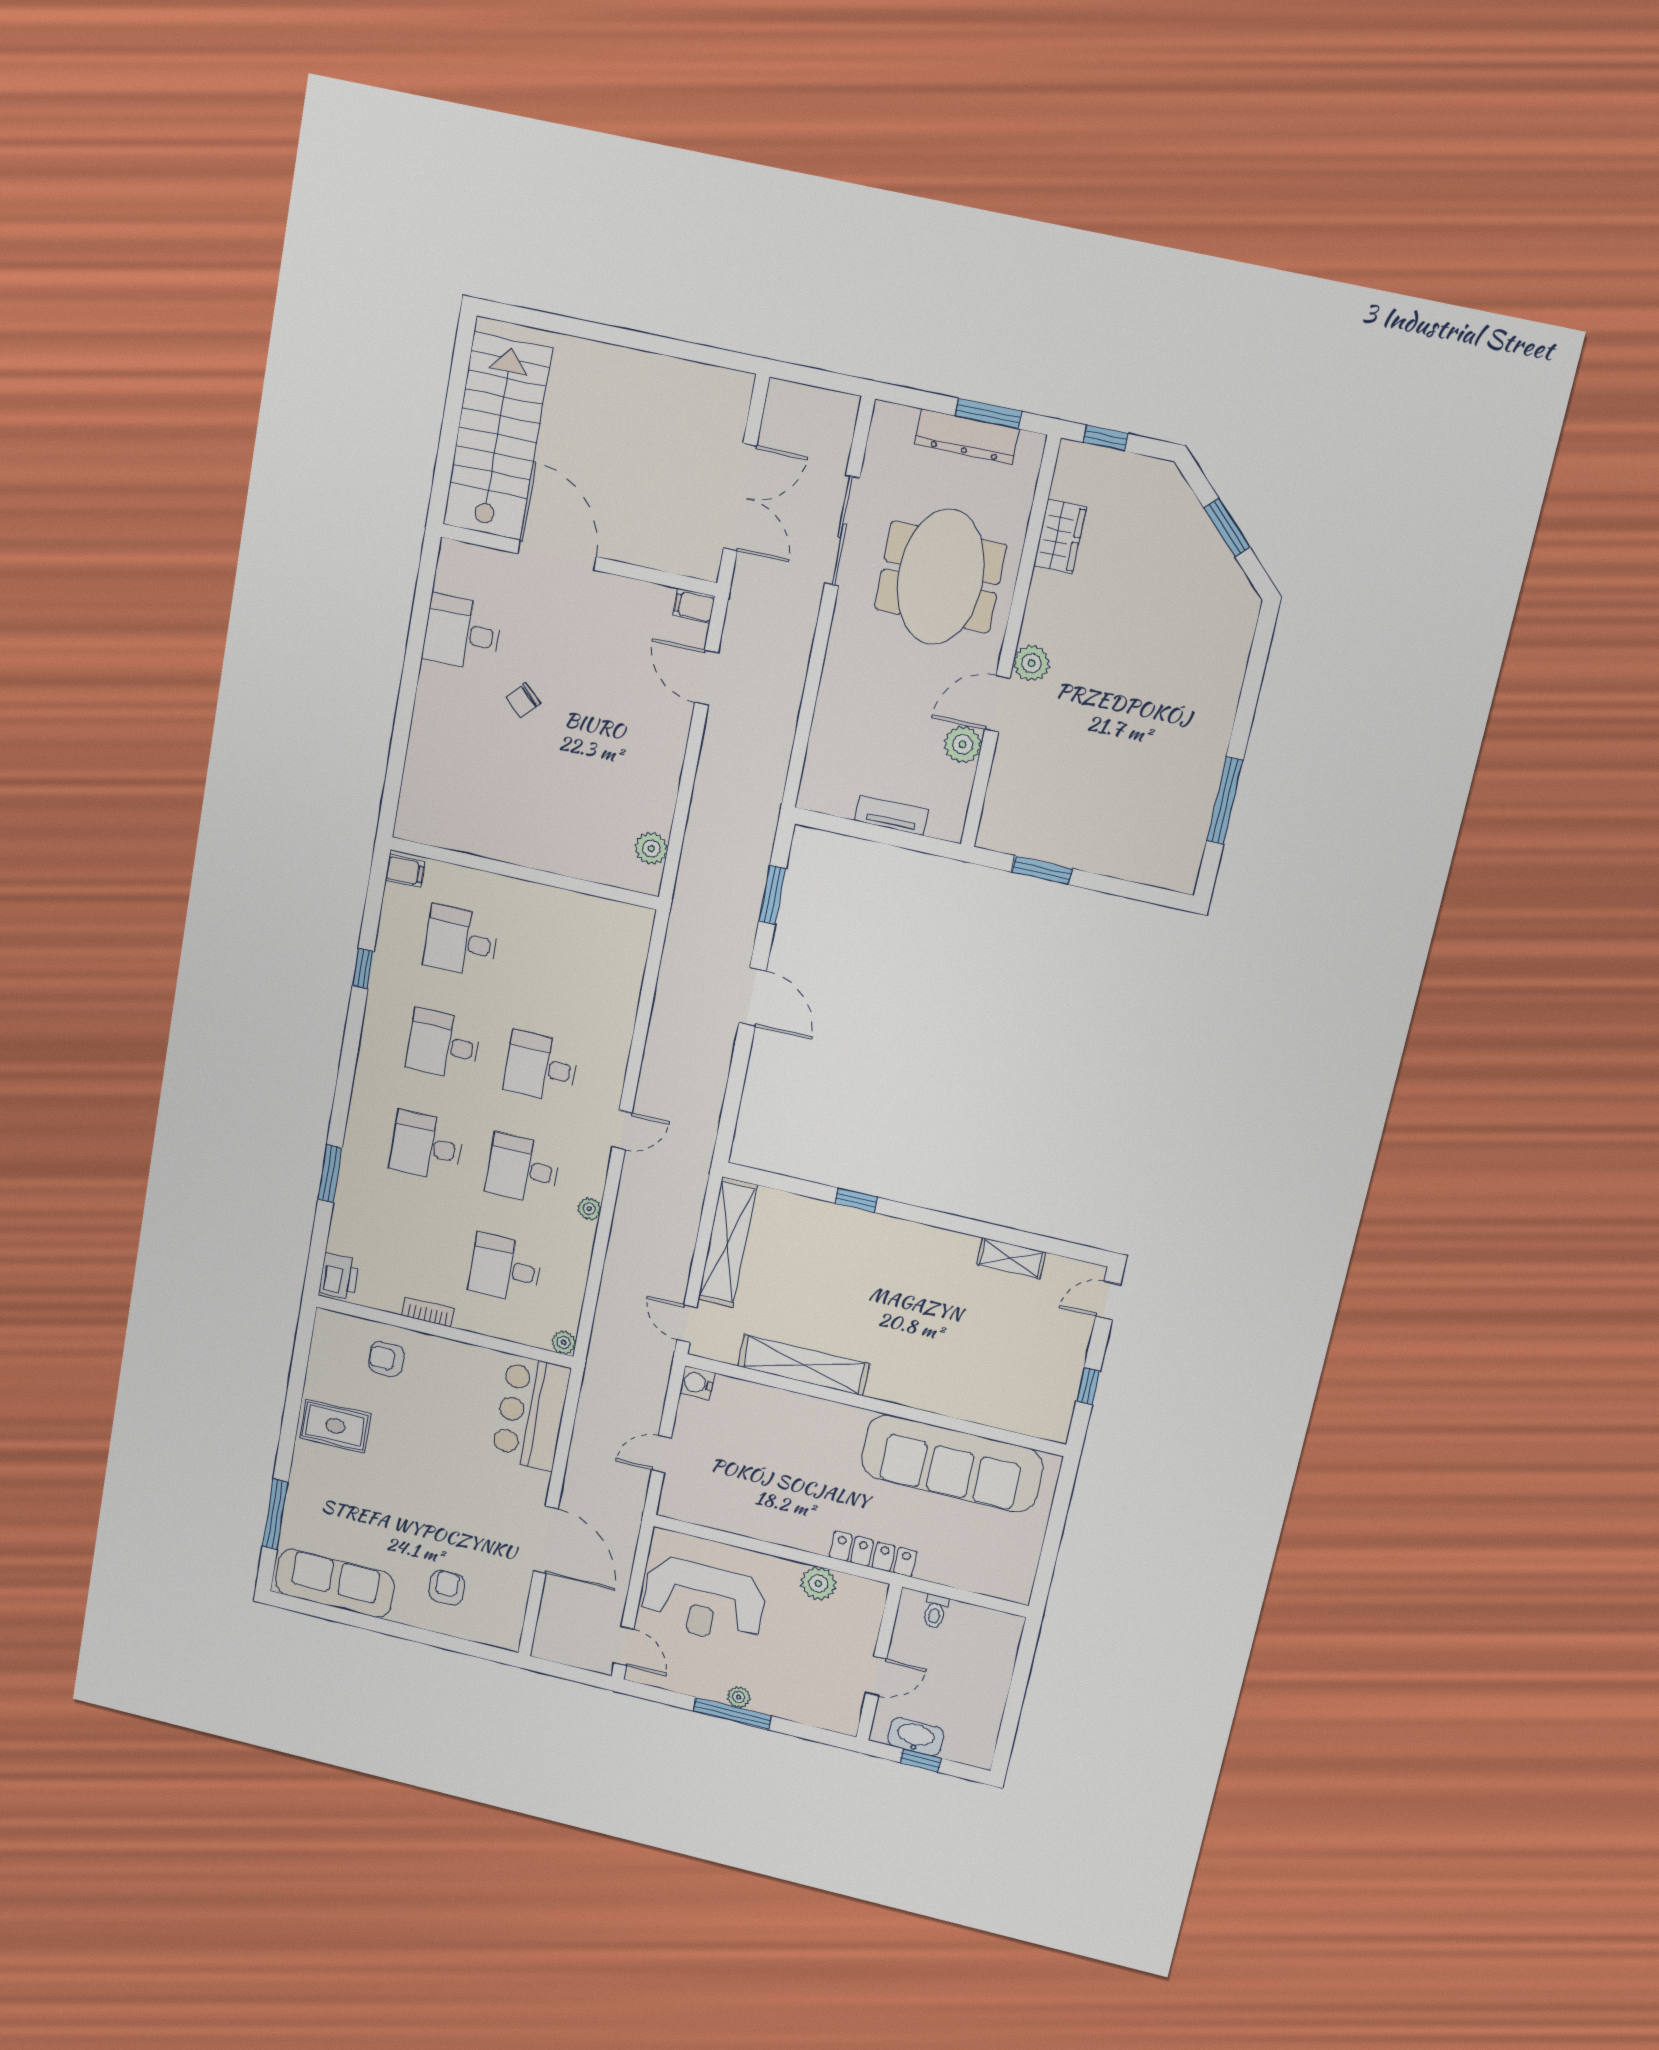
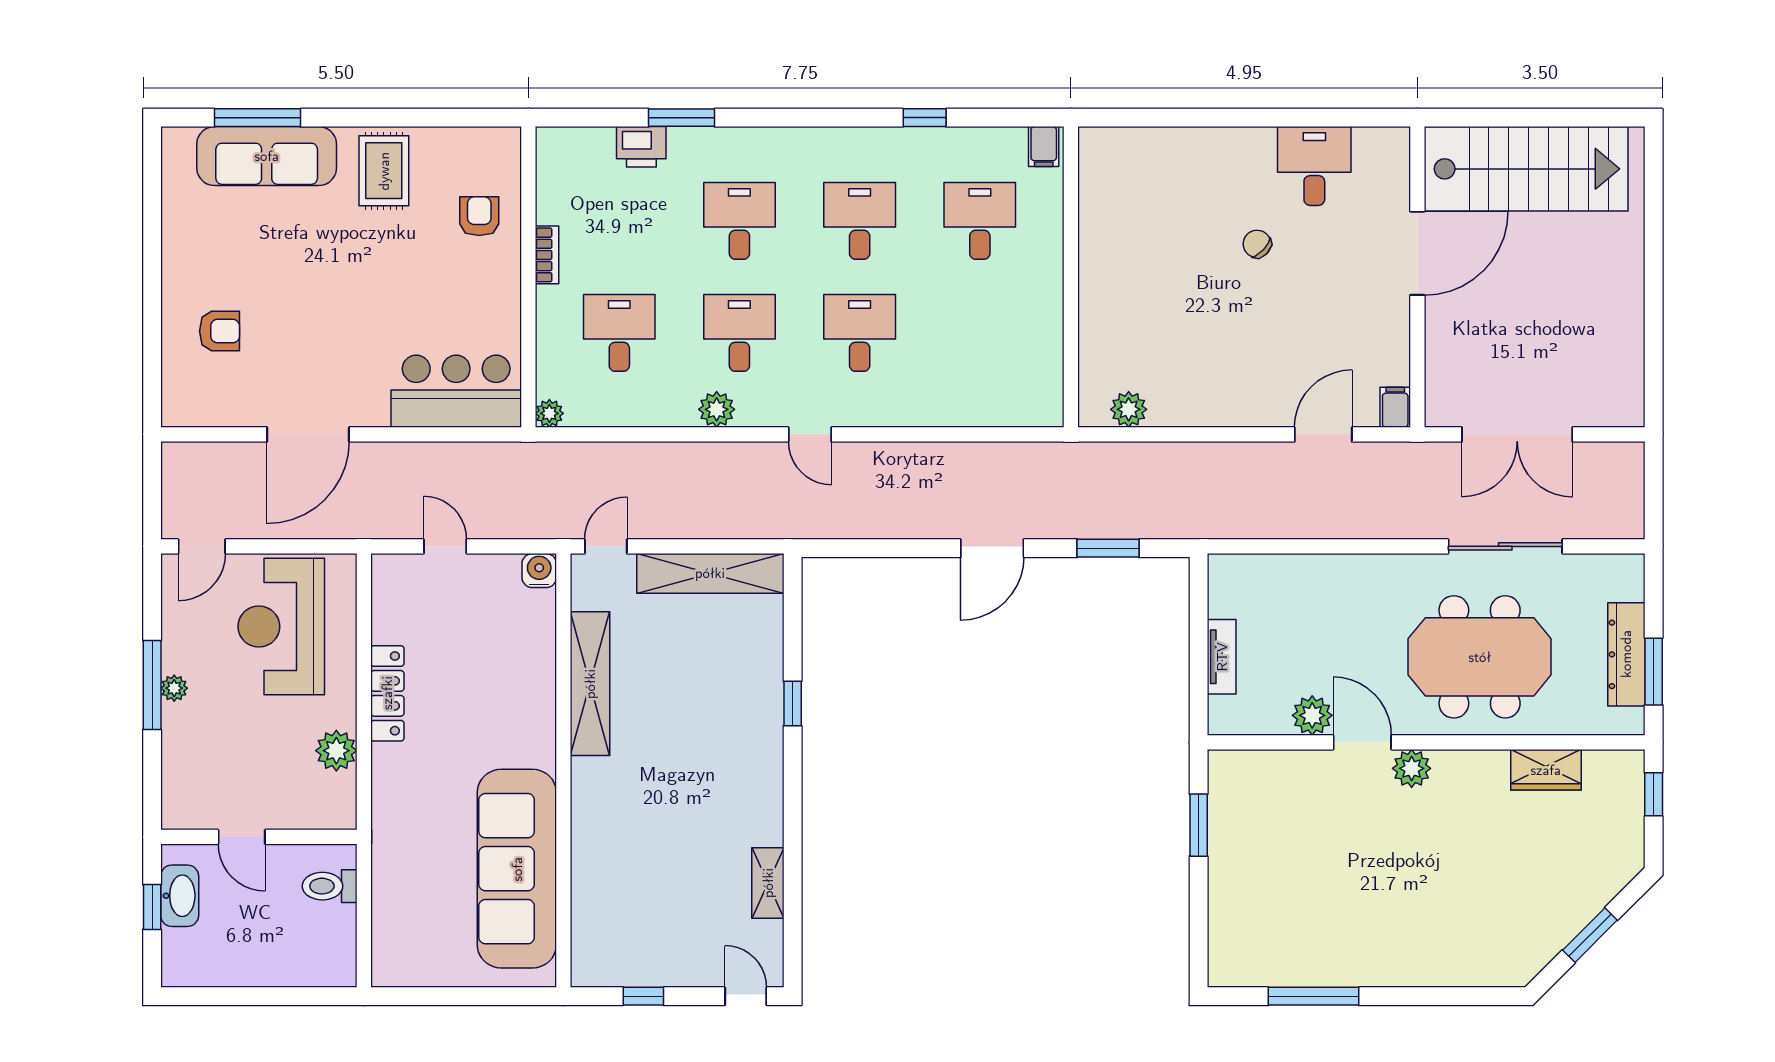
plant: (589, 1209) -> (717, 409), width x1.38, depth x1.38
printer: (339, 1277) -> (641, 147), moved
locker: (873, 1554) -> (387, 693), moved
sofa: (335, 1583) -> (267, 156), moved, turned 90
toilet: (935, 1611) -> (330, 886), width x1.37, depth x1.39

